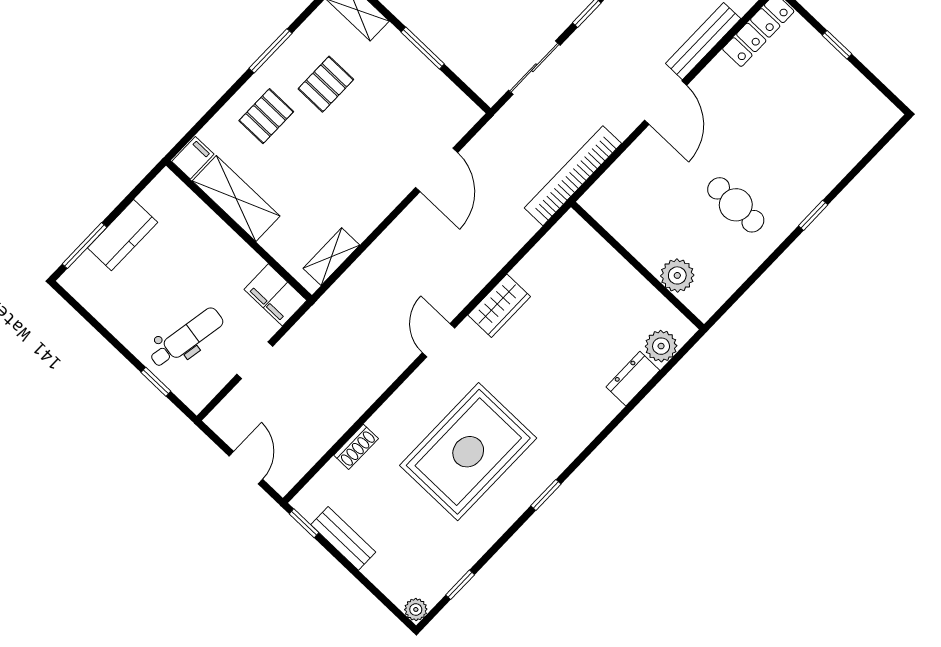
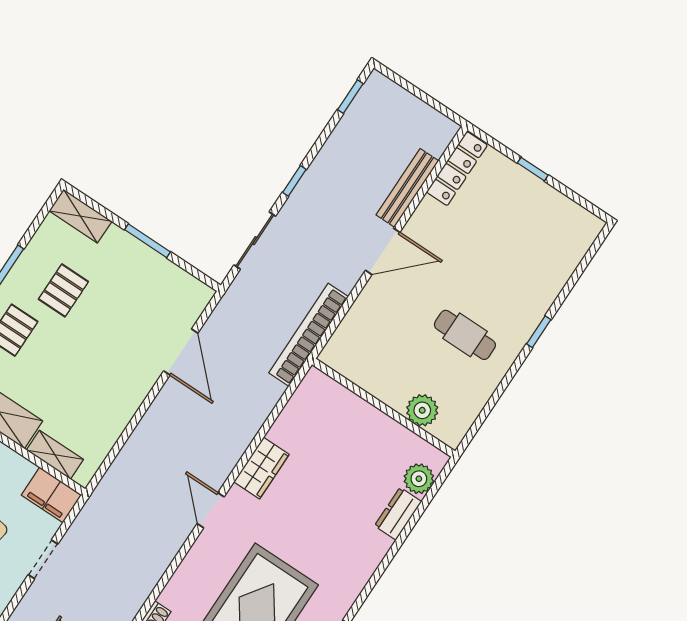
door: (666, 103) -> (383, 251), hinge flipped
shelving: (331, 257) -> (55, 455), moved, turned 90

